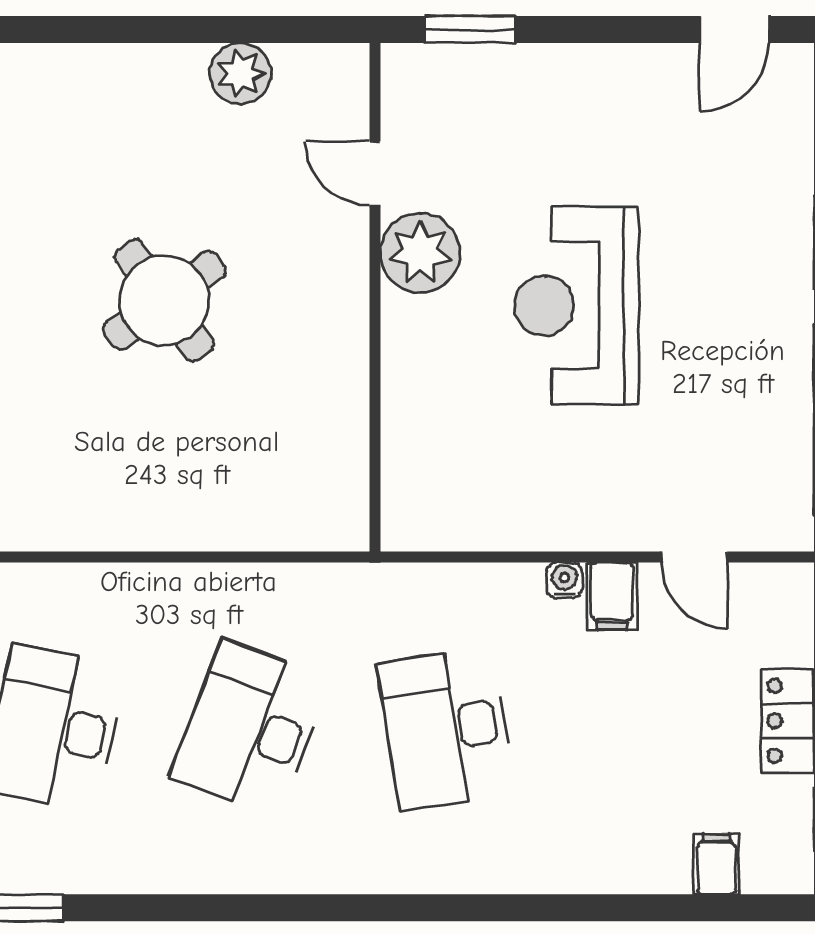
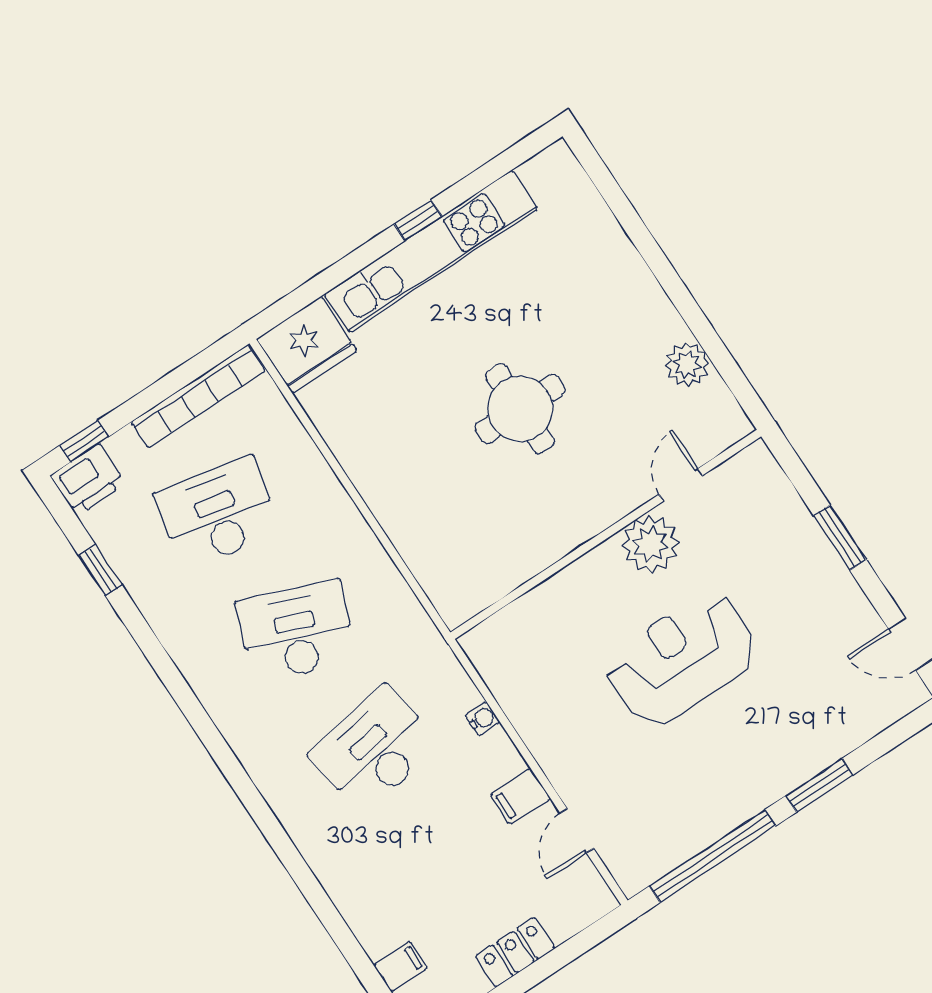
window: (470, 30) -> (840, 538), moved
round table: (164, 300) -> (520, 409), turned 36
water cooler: (564, 580) -> (483, 719), moved

